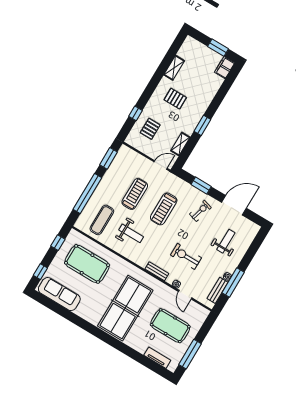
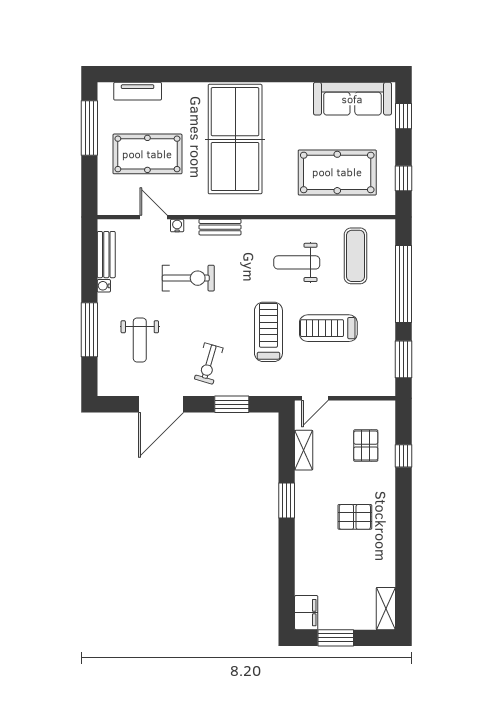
shelving: (174, 68) -> (386, 609), moved
treadmill: (135, 194) -> (328, 328), turned 90
window: (233, 282) -> (89, 330), moved

